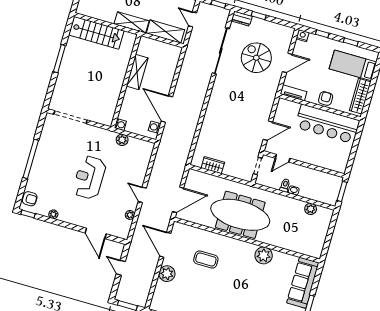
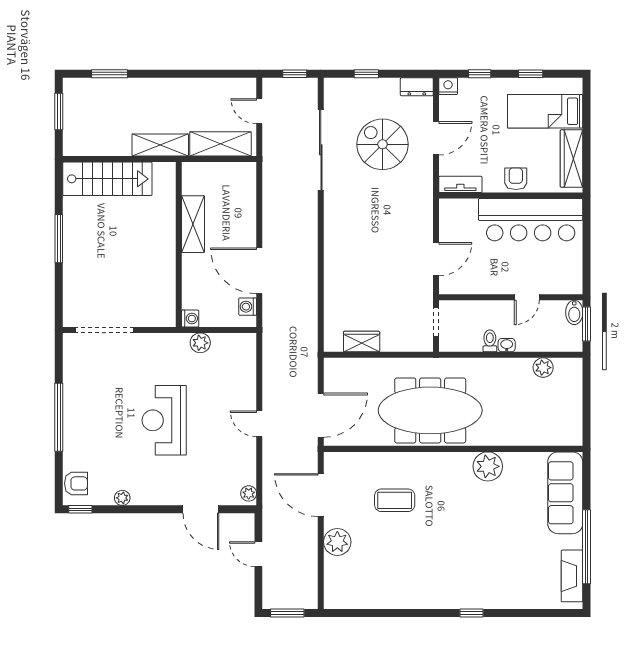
dresser: (242, 19) -> (417, 87), moved
door: (283, 158) -> (527, 297), moved
bidet: (337, 183) -> (574, 312), added
plant: (130, 215) -> (249, 493), moved

